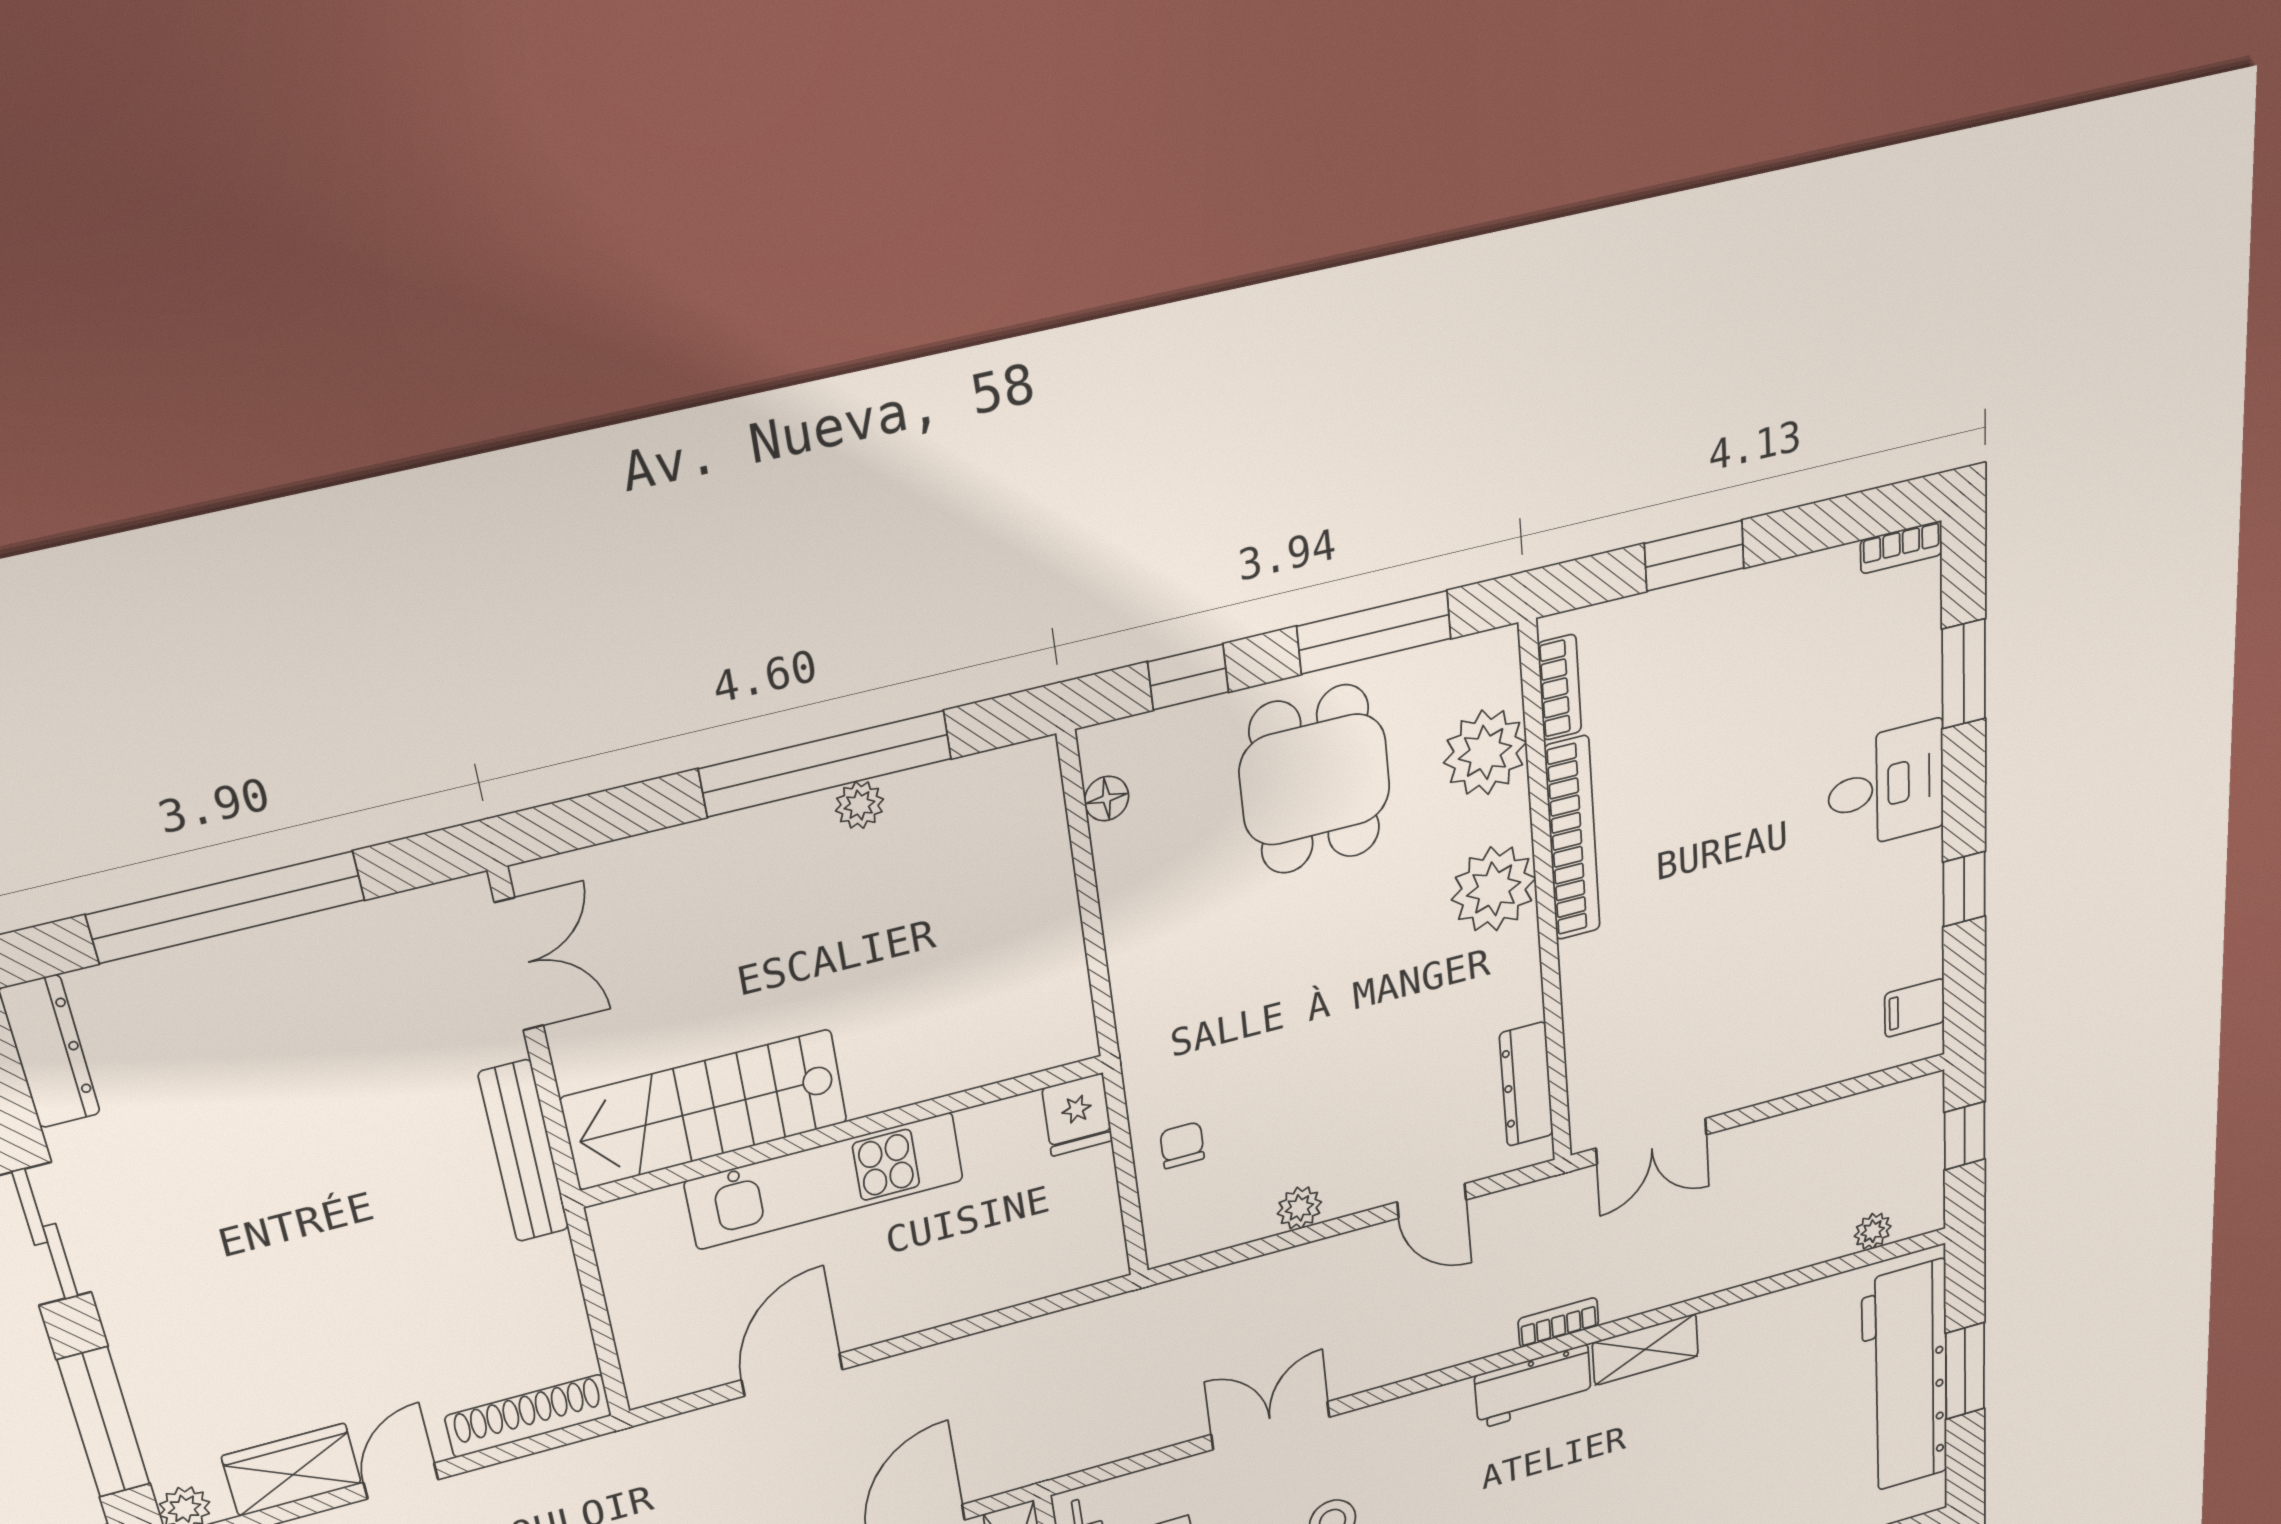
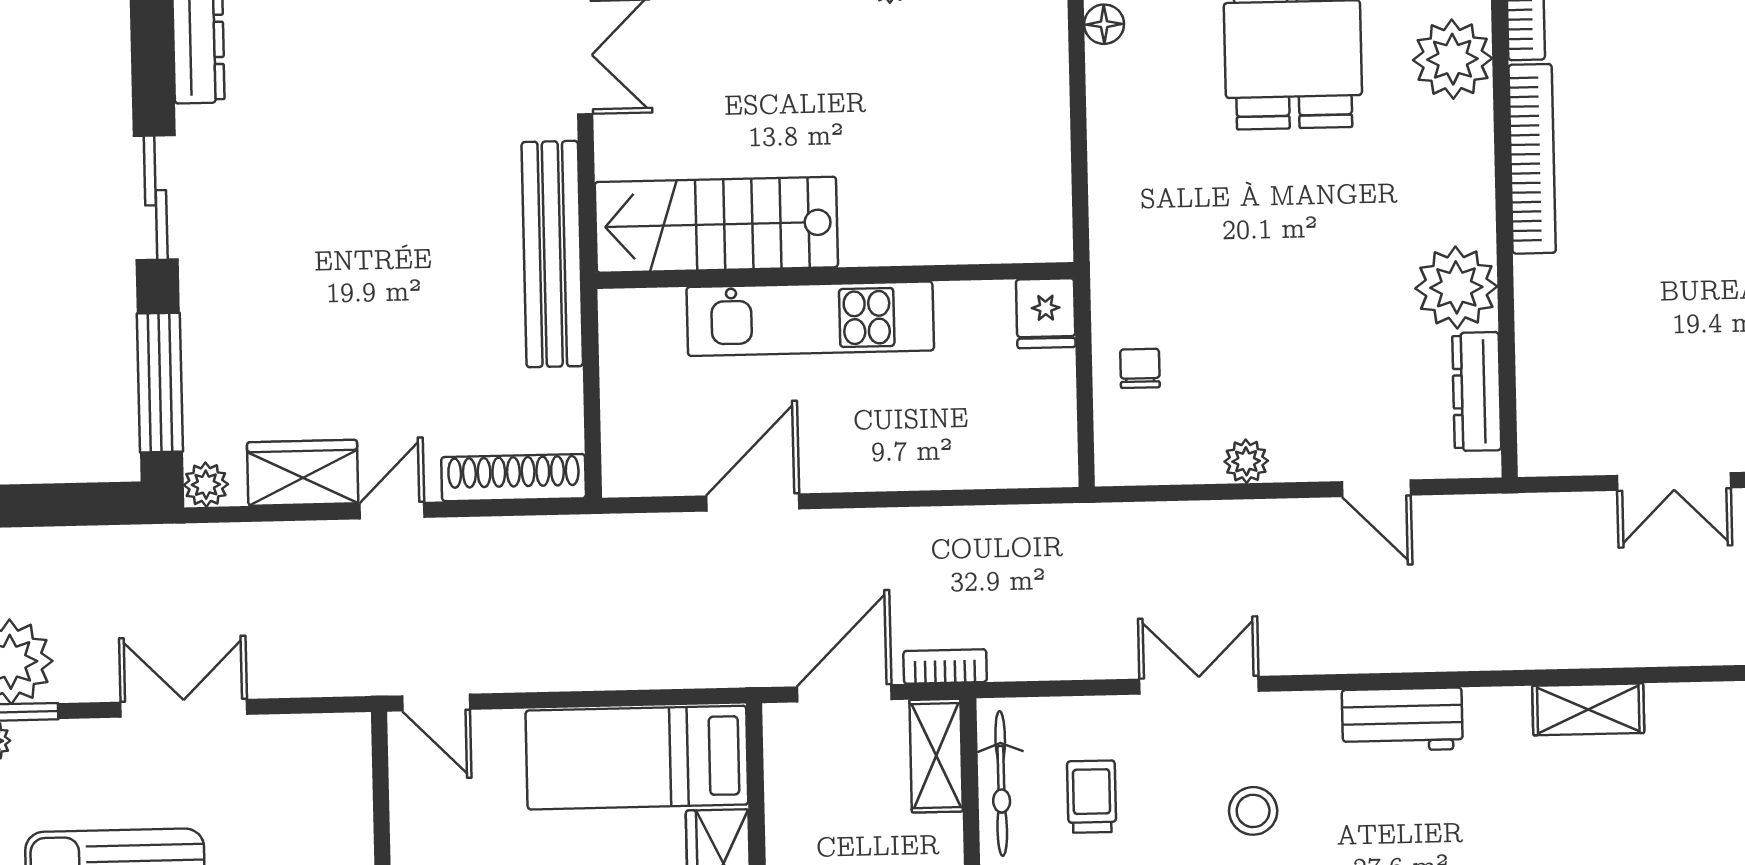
plant: (1494, 889) -> (1456, 287), moved
double door: (1651, 1141) -> (1674, 482), moved
bench: (524, 1151) -> (552, 254), width x1.37, depth x1.21
bookcase: (1558, 1322) -> (945, 666), moved
workbench: (1533, 1386) -> (1402, 720), moved

